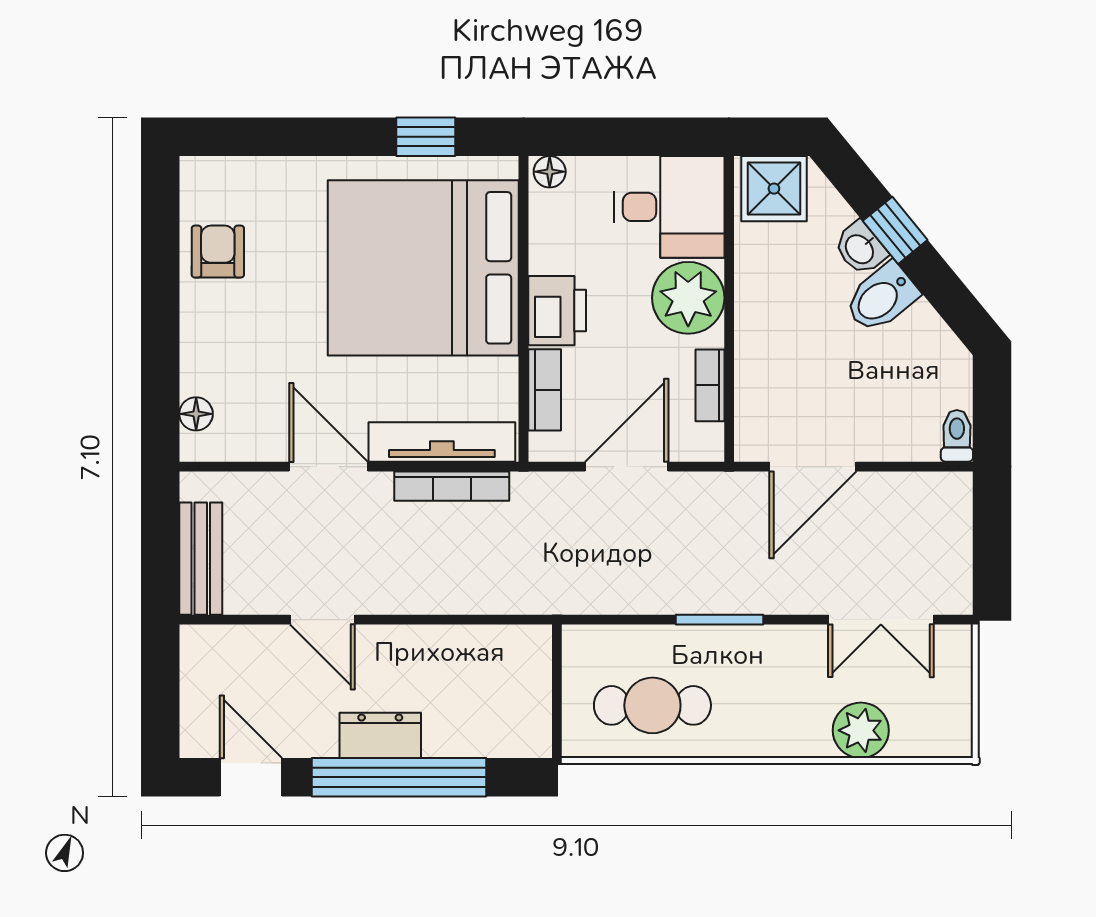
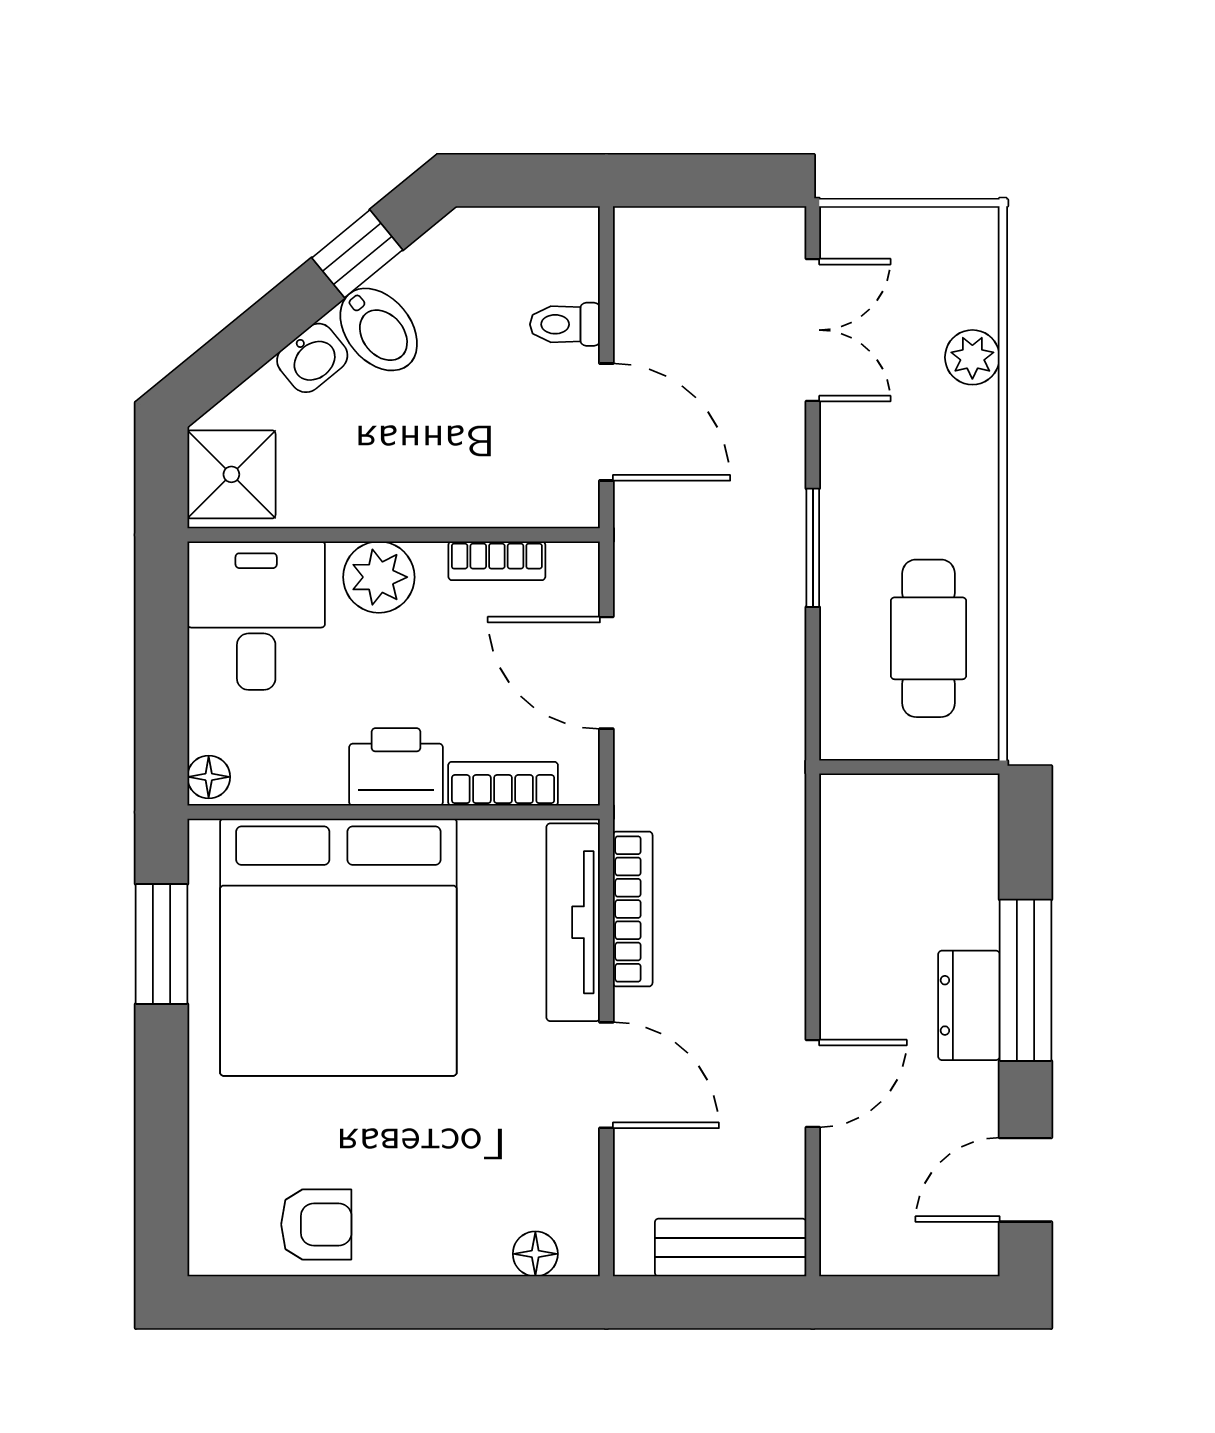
window: (426, 137) -> (162, 944), width x1.50
window: (895, 230) -> (357, 254), moved
armchair: (218, 252) -> (316, 1224), turned 180
plant: (688, 298) -> (379, 577), width x0.73, depth x0.73
toilet: (957, 436) -> (565, 324), moved
door: (329, 467) -> (606, 1075), swing flipped
plant: (861, 730) -> (972, 357), width x0.73, depth x0.73
window: (399, 777) -> (1026, 980), width x0.68

